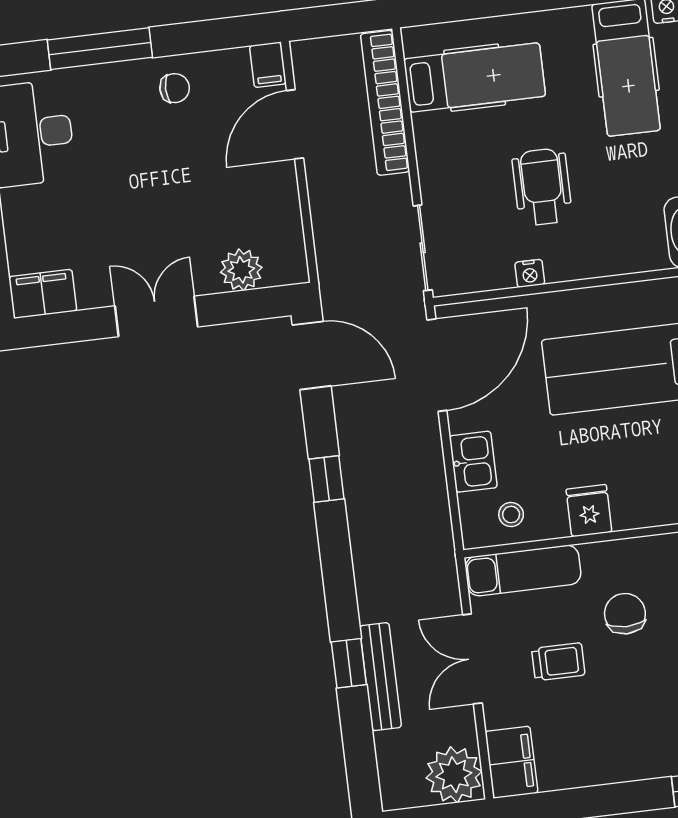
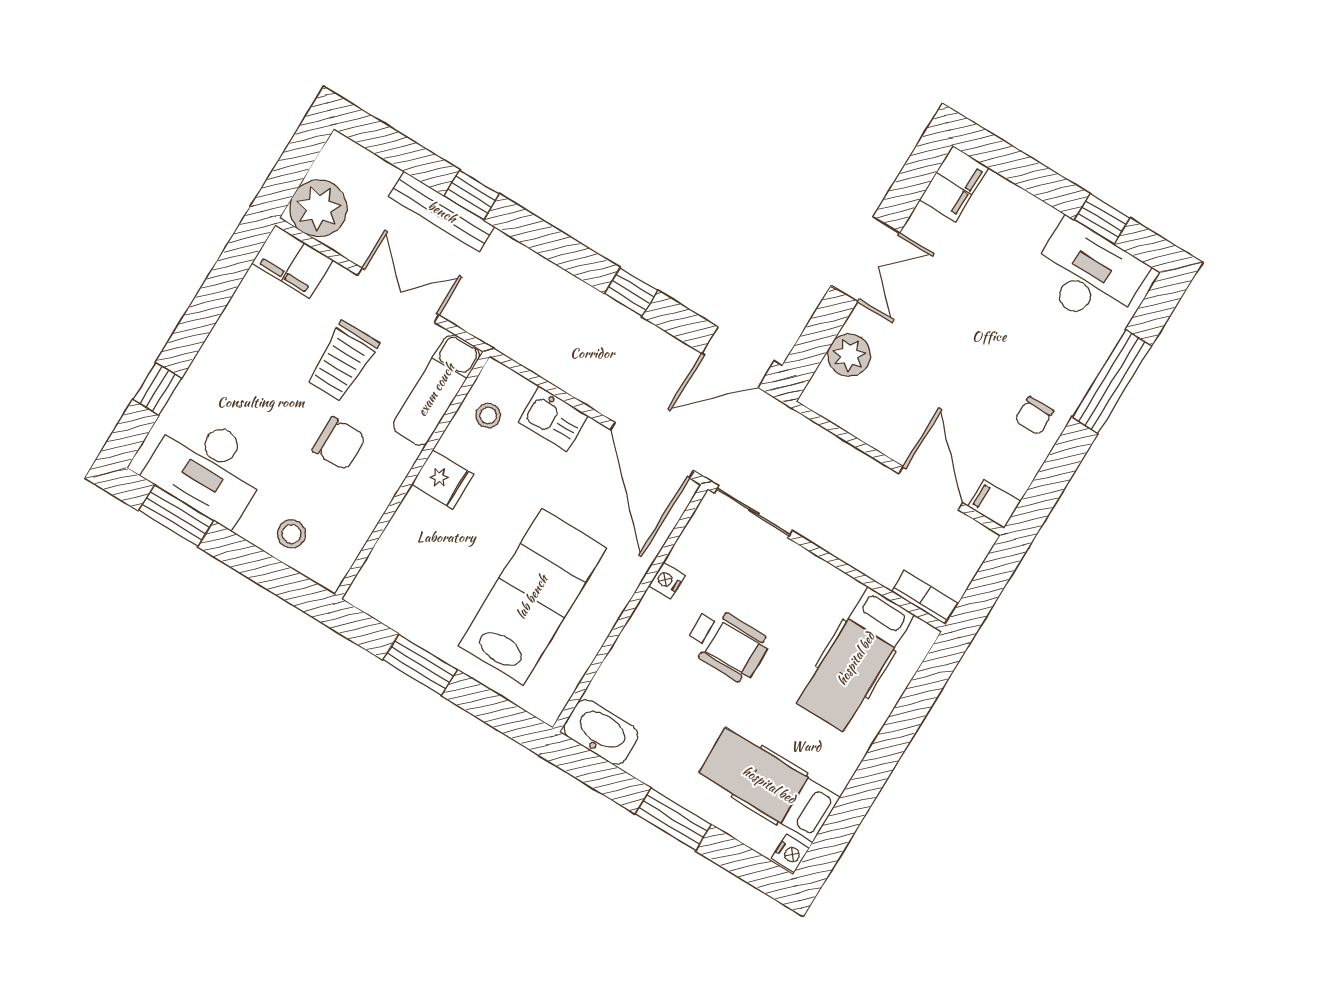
bookcase: (385, 103) -> (924, 597), width x0.43, depth x0.76
trolley: (558, 662) -> (342, 361), width x1.36, depth x1.39

